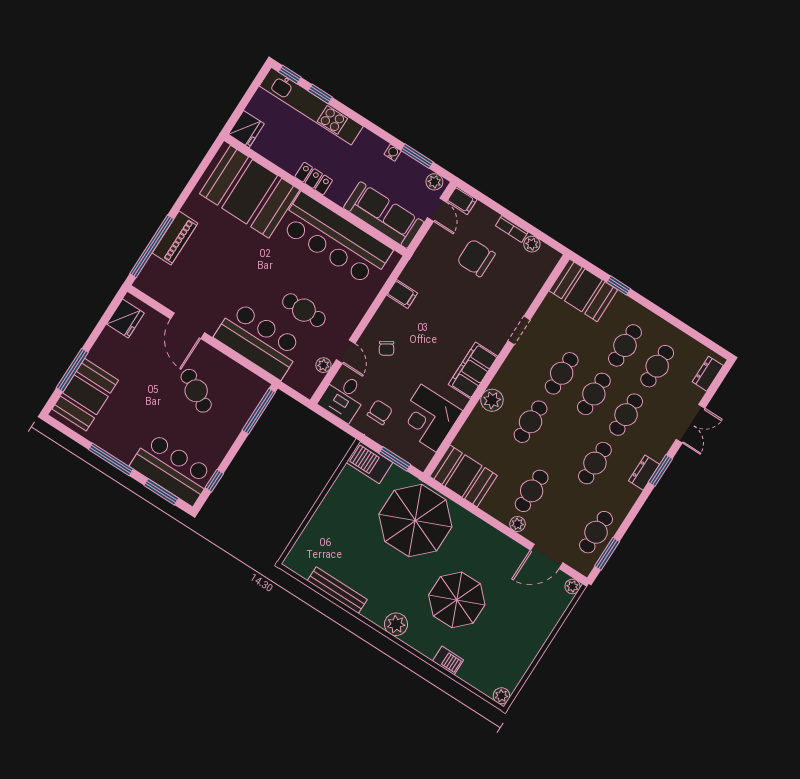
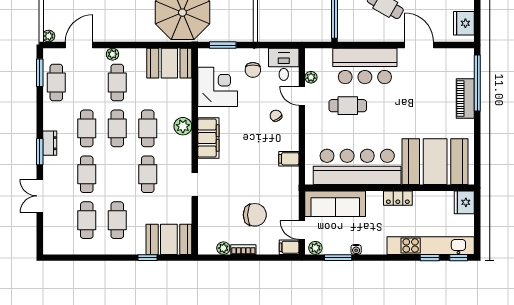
dresser: (708, 374) -> (50, 237), removed
cafe table: (594, 394) -> (117, 128), moved
barbecue: (370, 463) -> (238, 32), removed

